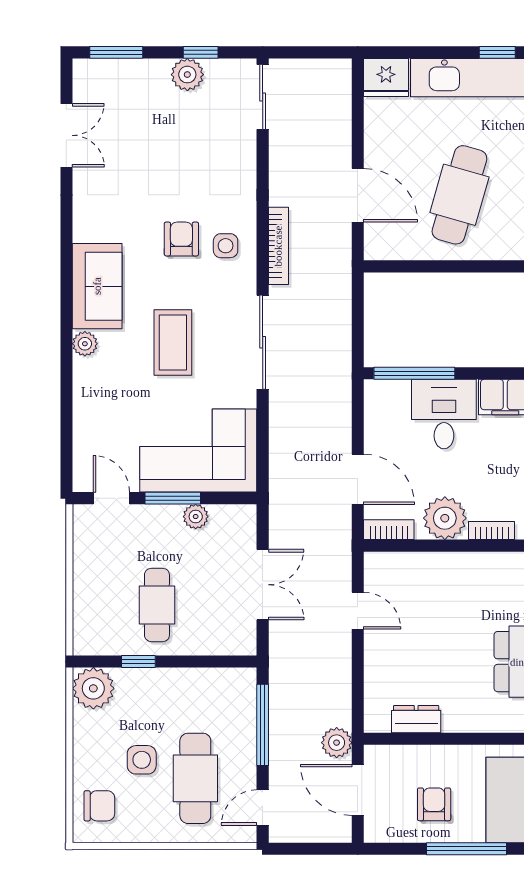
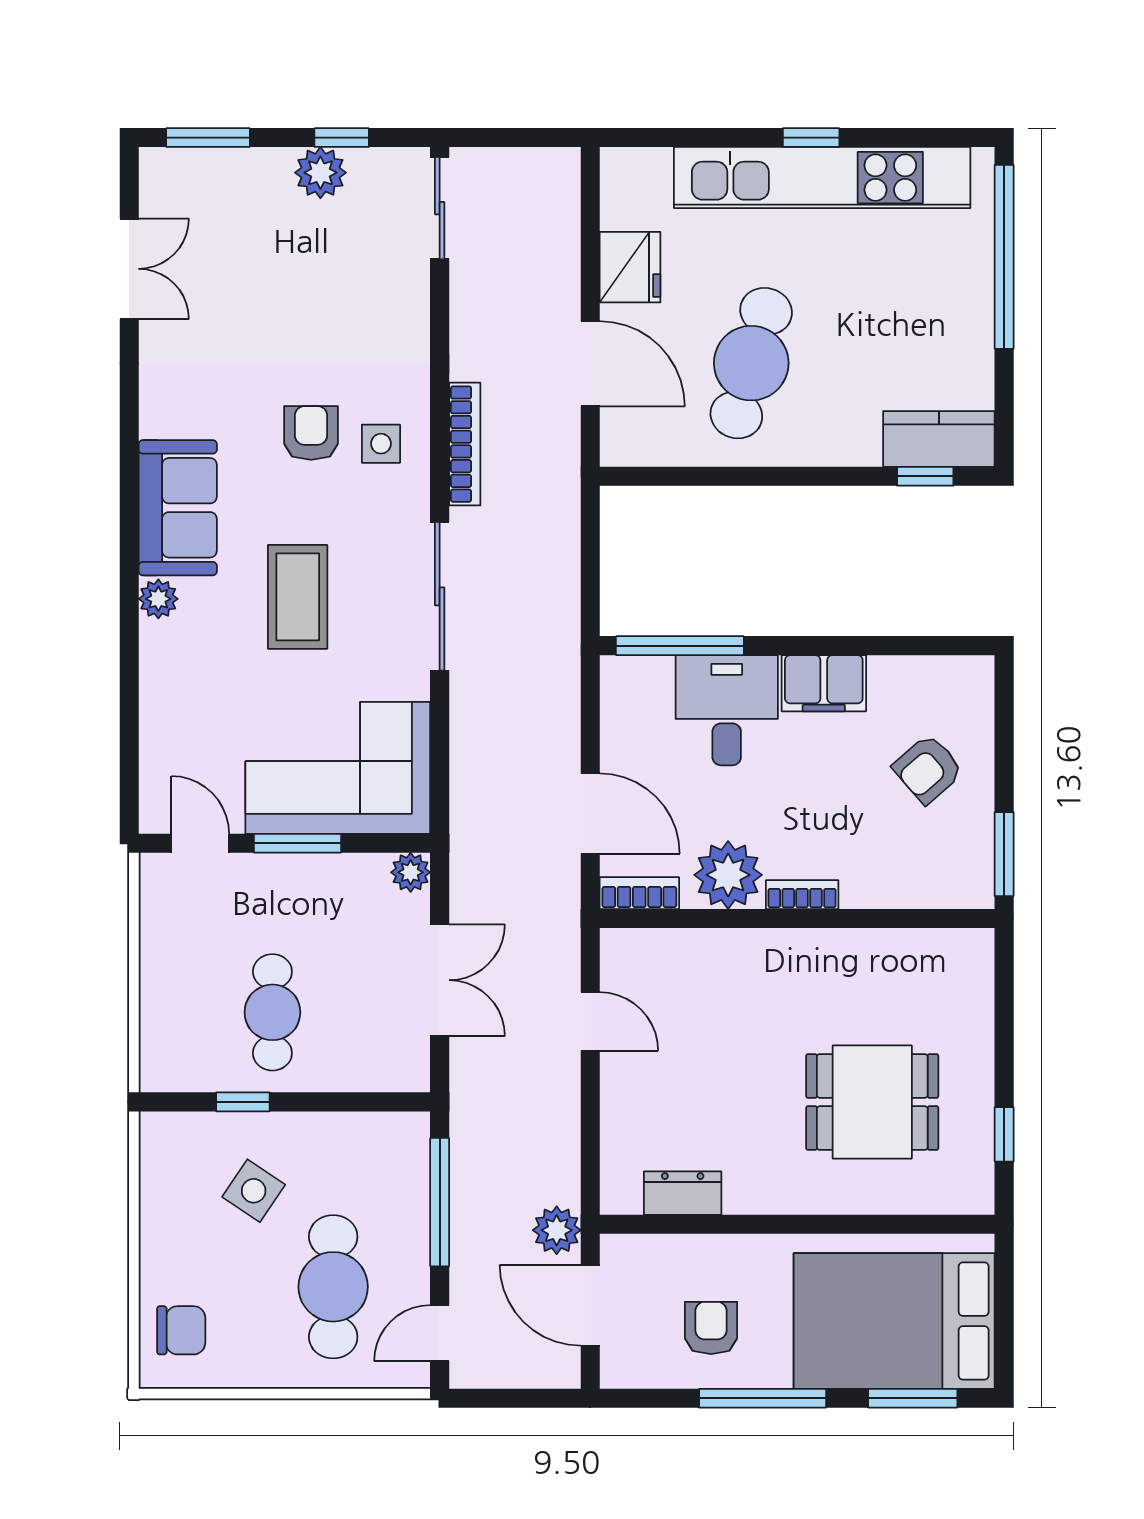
fridge: (386, 78) -> (630, 267), moved, turned -90
plant: (196, 517) -> (411, 872), moved
plant: (93, 688) -> (172, 1144), removed
side table: (142, 760) -> (254, 1191), moved, turned 34

